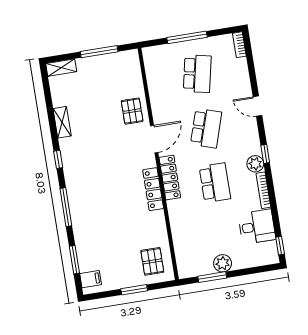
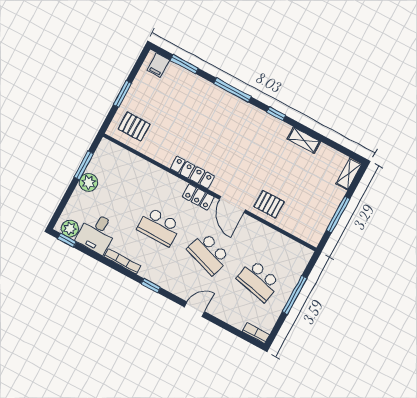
plant: (255, 164) -> (70, 229), moved
locker: (170, 178) -> (198, 197), width x0.66

